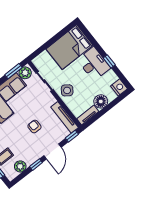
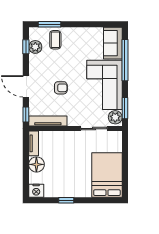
desk: (94, 64) -> (75, 185), removed
side table: (67, 90) -> (70, 142), removed
window: (36, 165) -> (26, 47), moved

